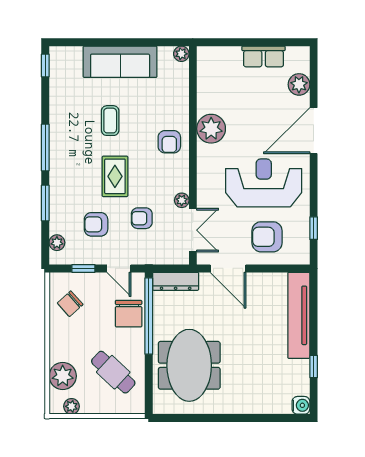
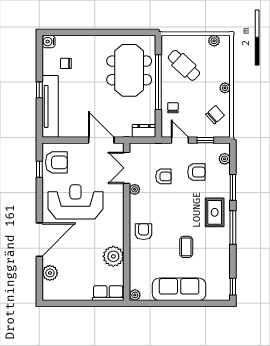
row of seats: (264, 56) -> (108, 293), moved
plant: (211, 129) -> (113, 256), moved
rug: (115, 176) -> (215, 212), moved
reception desk: (264, 183) -> (75, 202), turned 180
armchair: (267, 237) -> (56, 162), moved
dresser: (176, 281) -> (144, 131), width x0.70
chair: (129, 314) -> (173, 108), width x0.54, depth x0.54
window: (149, 316) -> (158, 82), moved
window: (314, 366) -> (39, 90), moved
chair: (277, 375) -> (66, 63), added
plant: (63, 376) -> (225, 88), moved, width x0.53, depth x0.53

